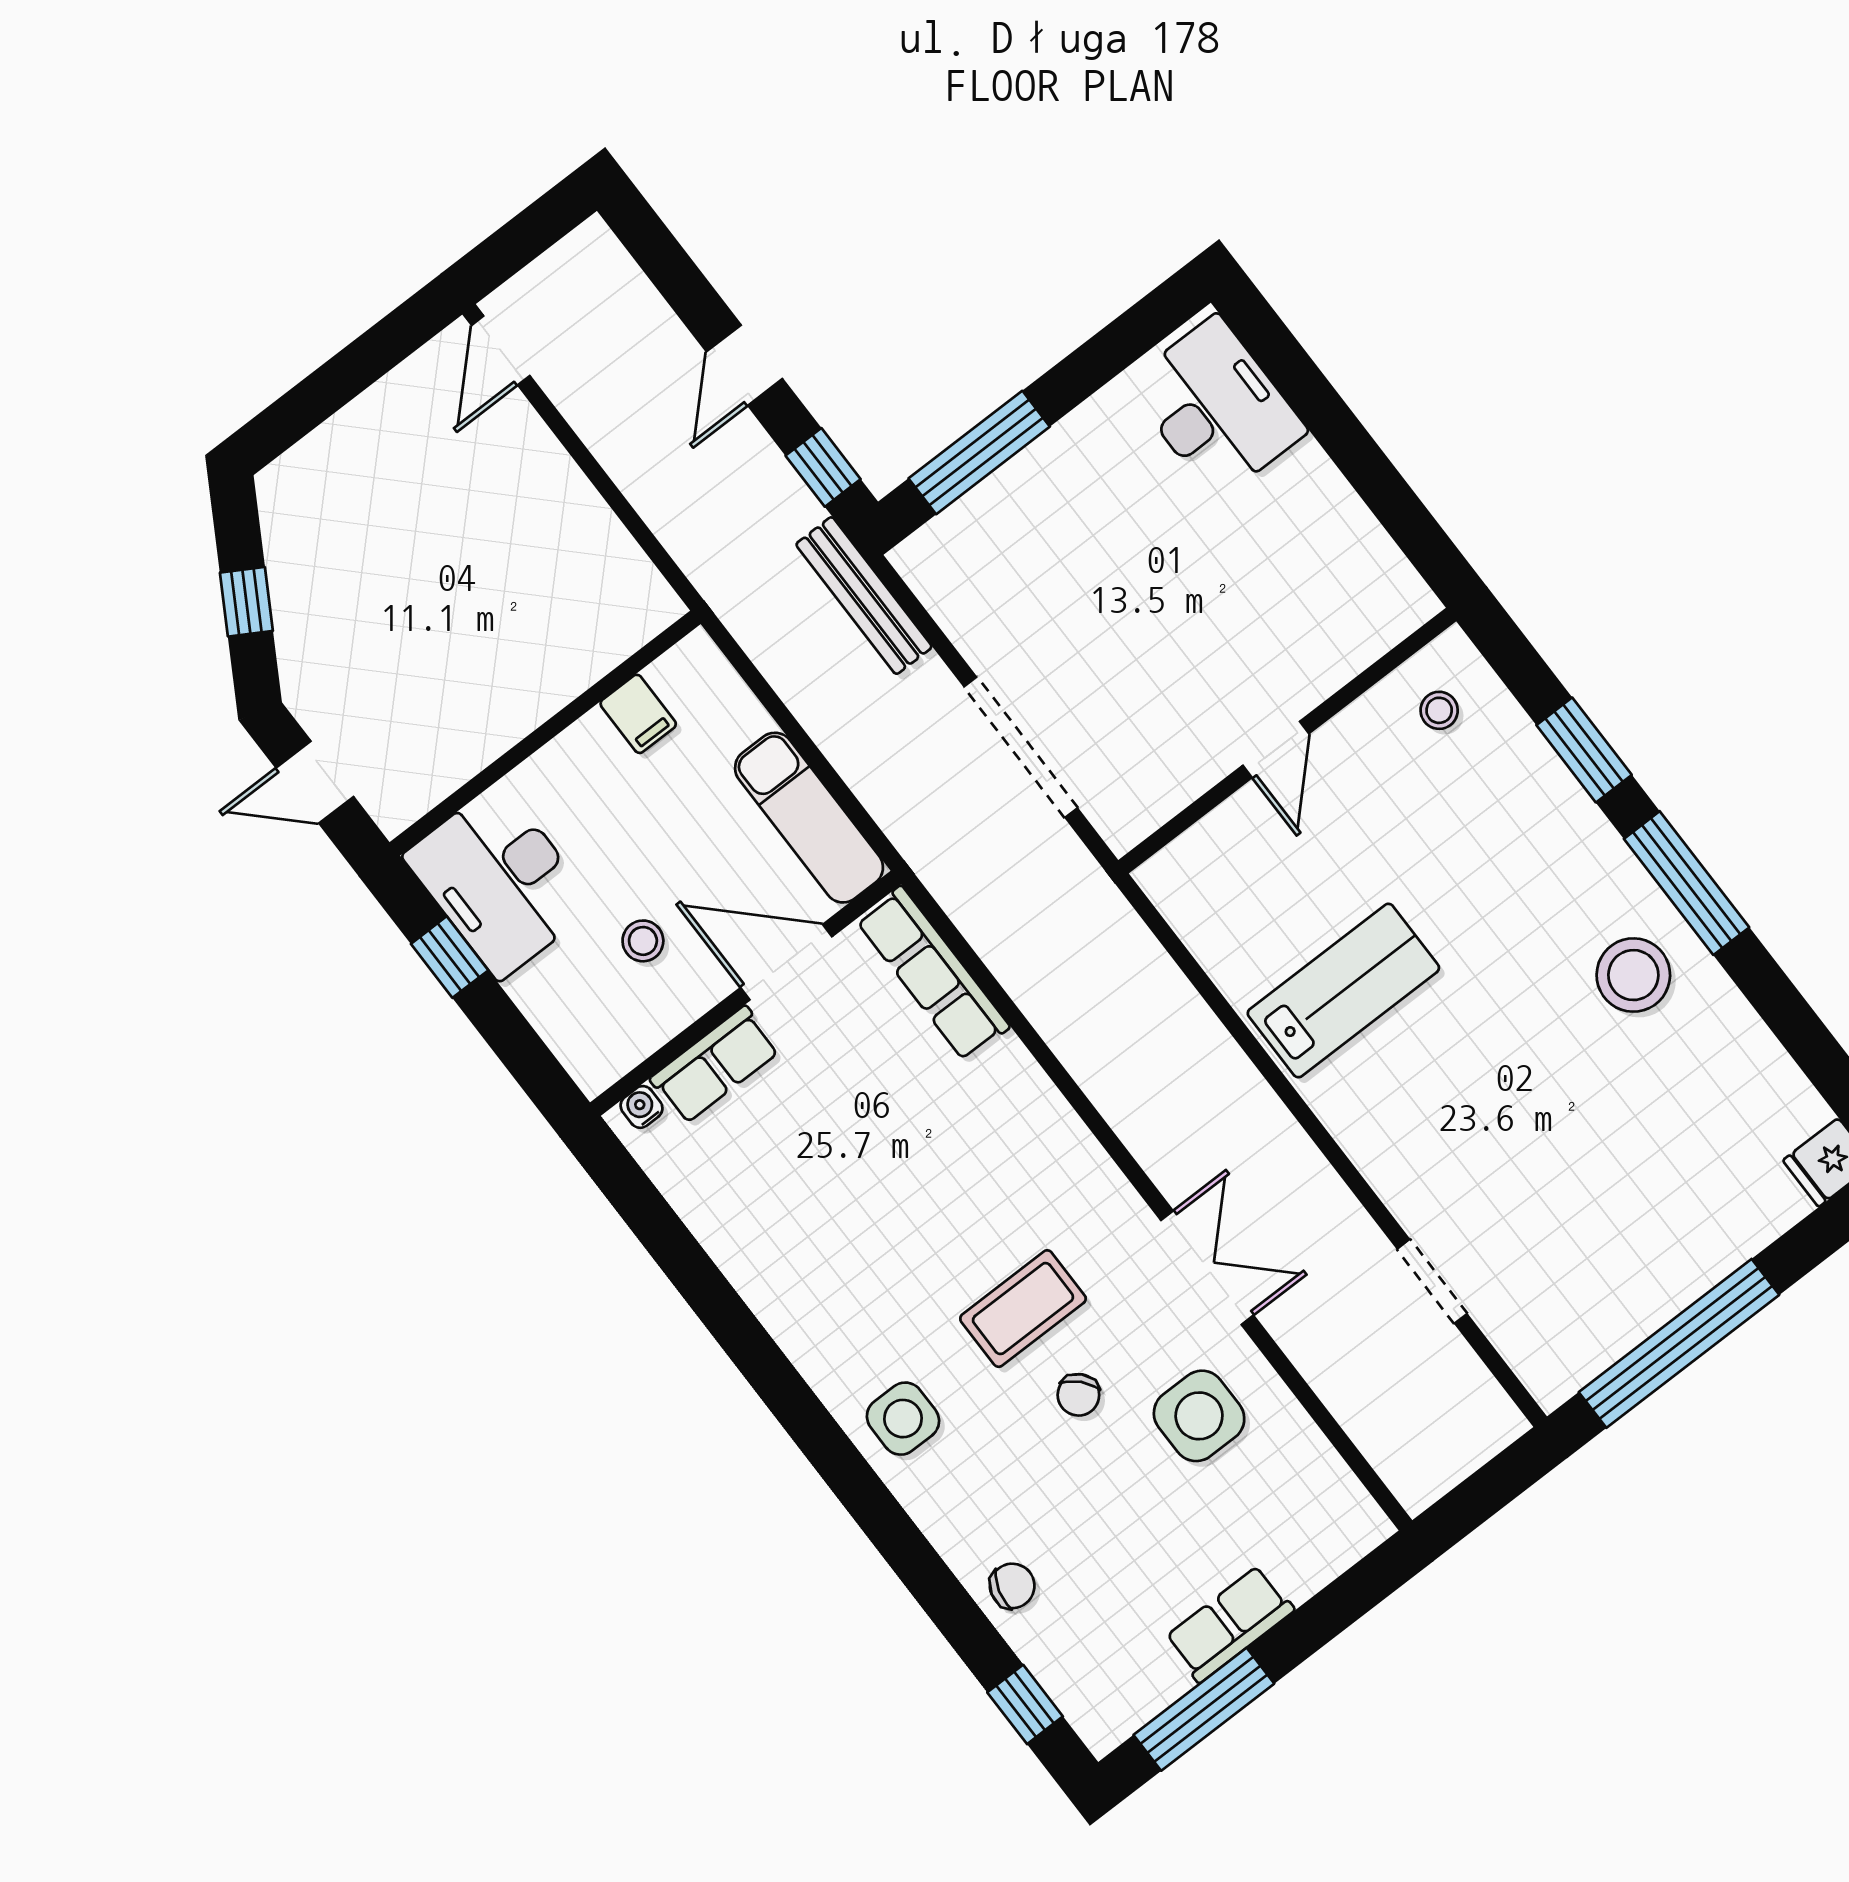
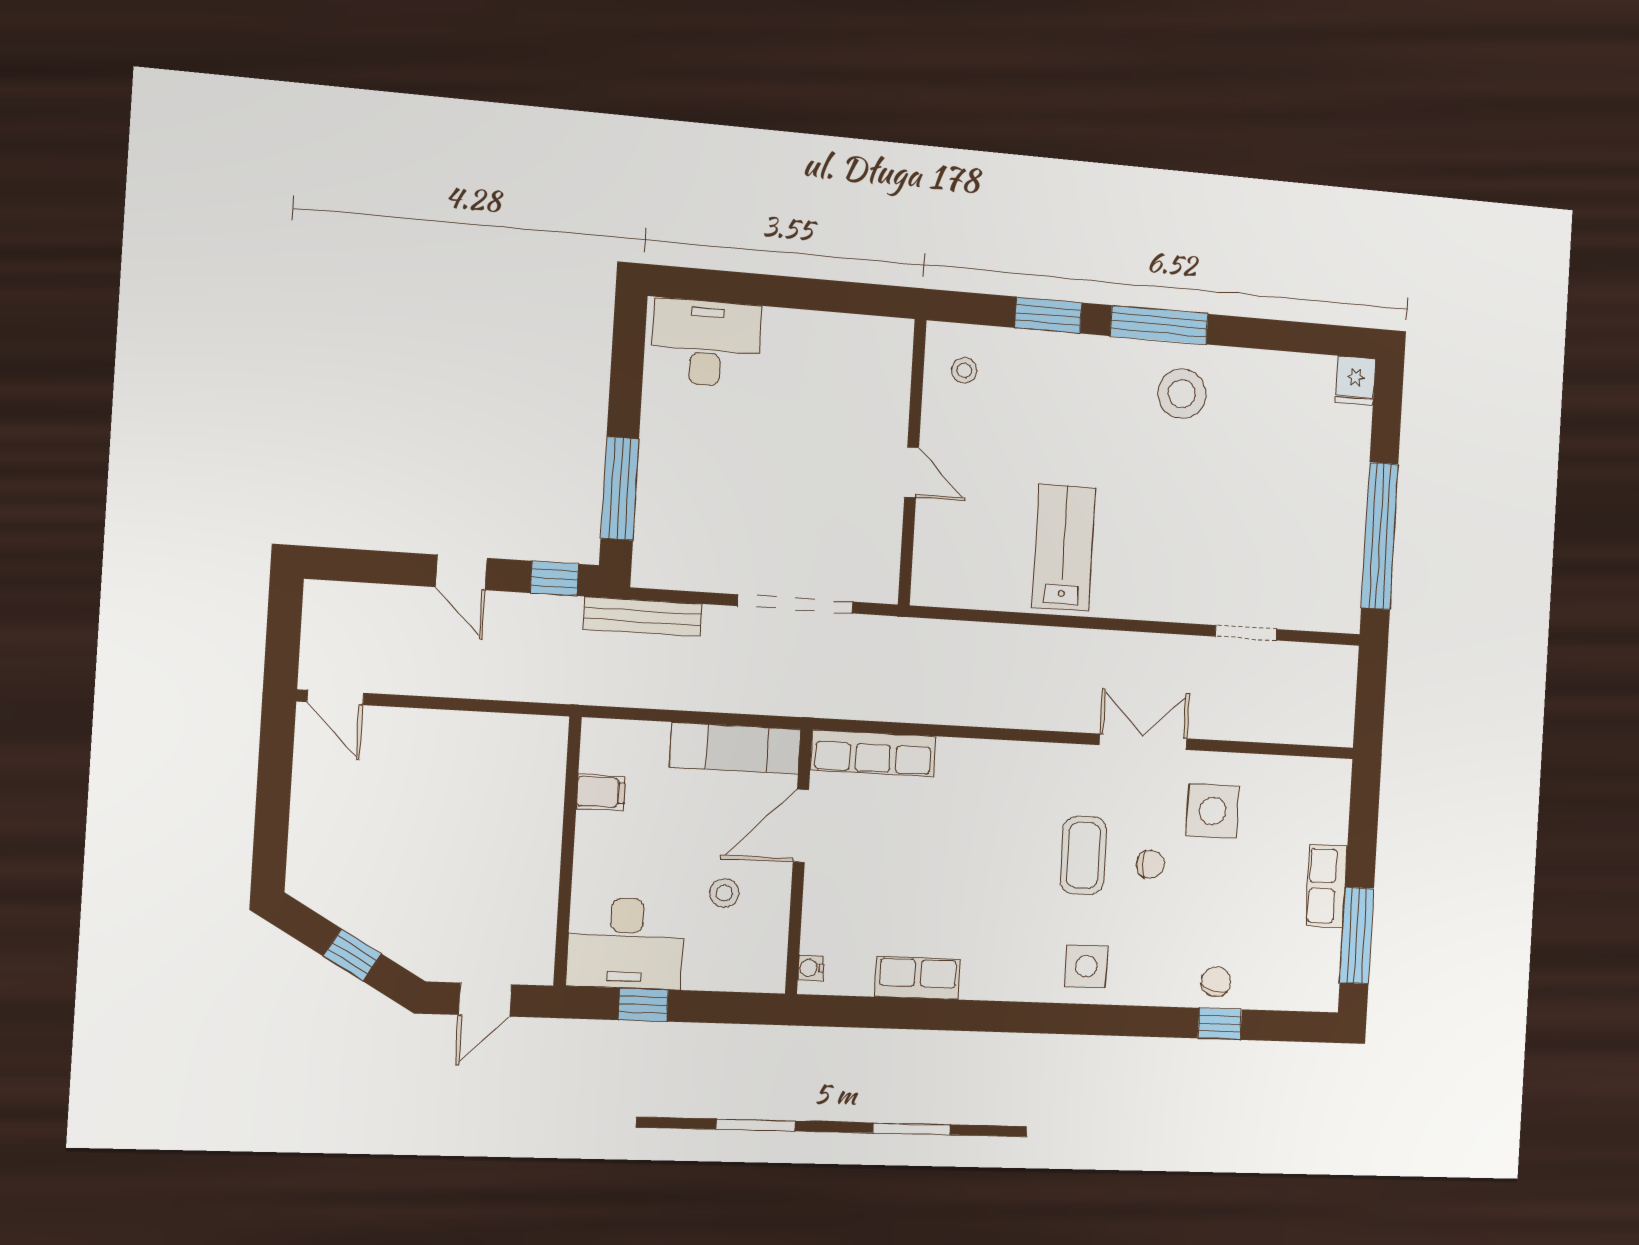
row of seats: (715, 1065) -> (918, 978), moved, turned -90
chair: (1078, 1395) -> (1150, 864), turned -47
window: (1025, 1704) -> (1220, 1024), moved

